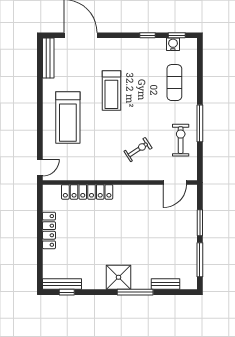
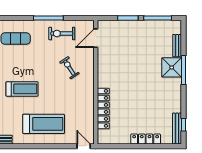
door: (175, 183) -> (96, 38), swing flipped
locker: (49, 230) -> (146, 139), moved
shower: (118, 277) -> (172, 67), moved

